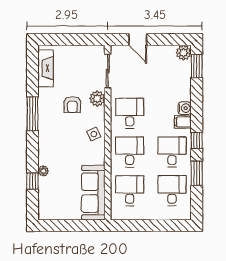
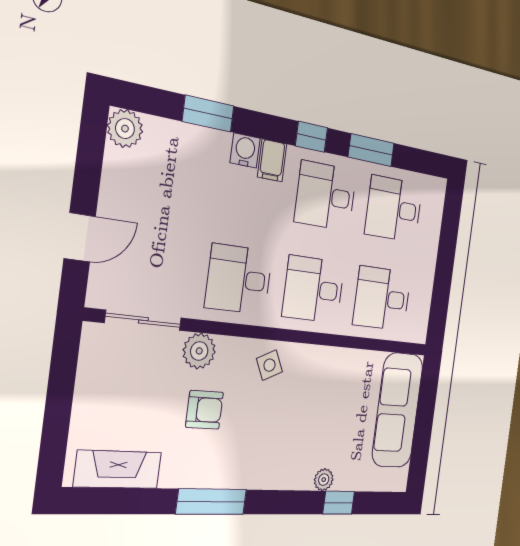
window: (197, 66) -> (208, 114), moved
sofa: (93, 193) -> (398, 410), moved, turned 90

